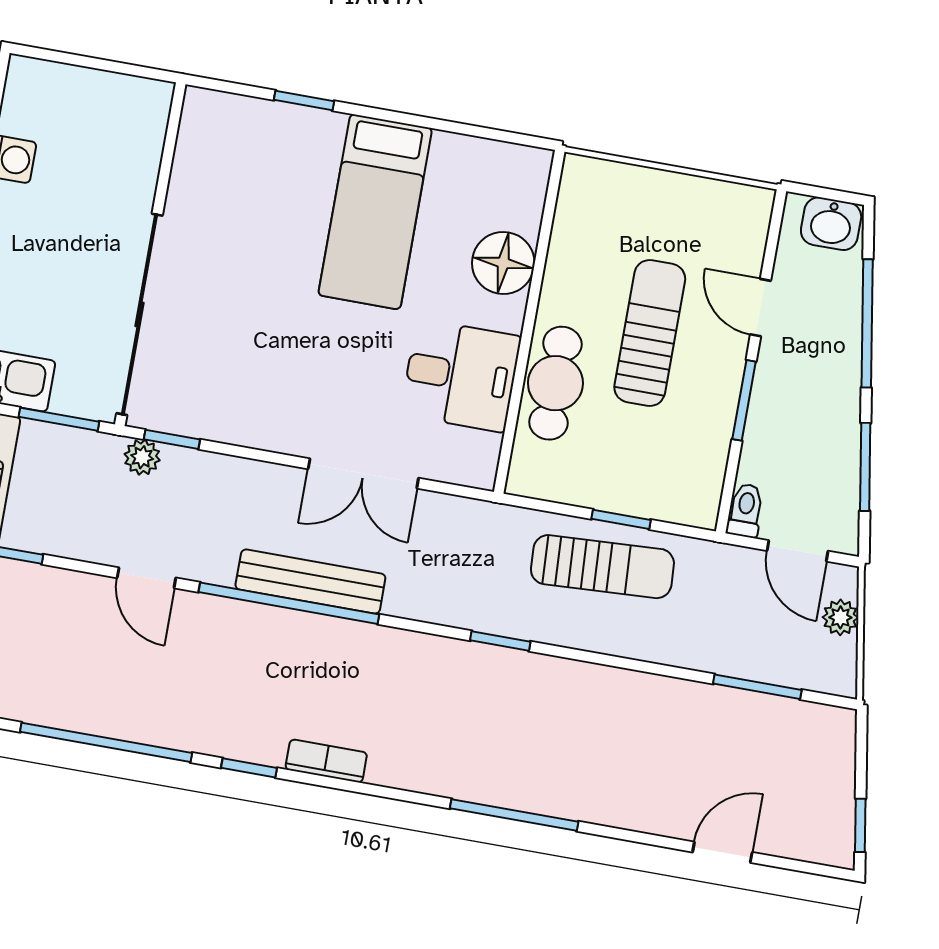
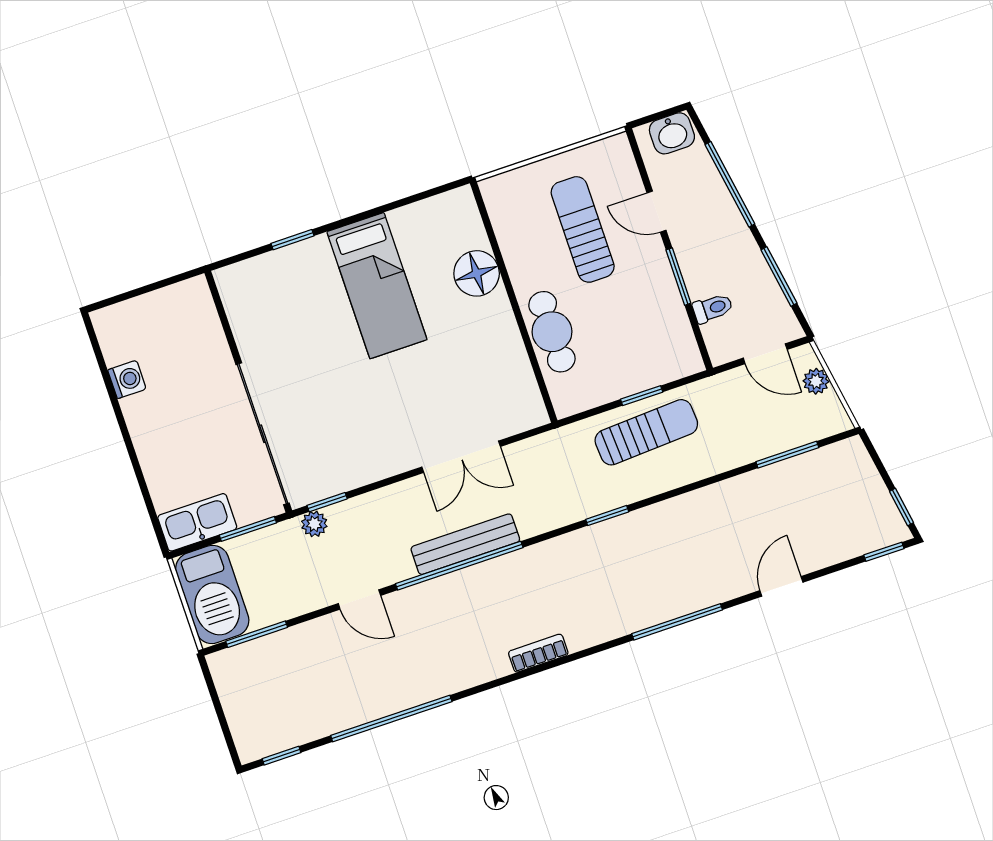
sun lounger: (650, 333) -> (583, 229), moved
desk: (461, 375) -> (489, 360), removed
toilet: (745, 510) -> (713, 308), moved, turned 90
window: (249, 768) -> (884, 552), moved
door: (722, 852) -> (781, 586), moved

